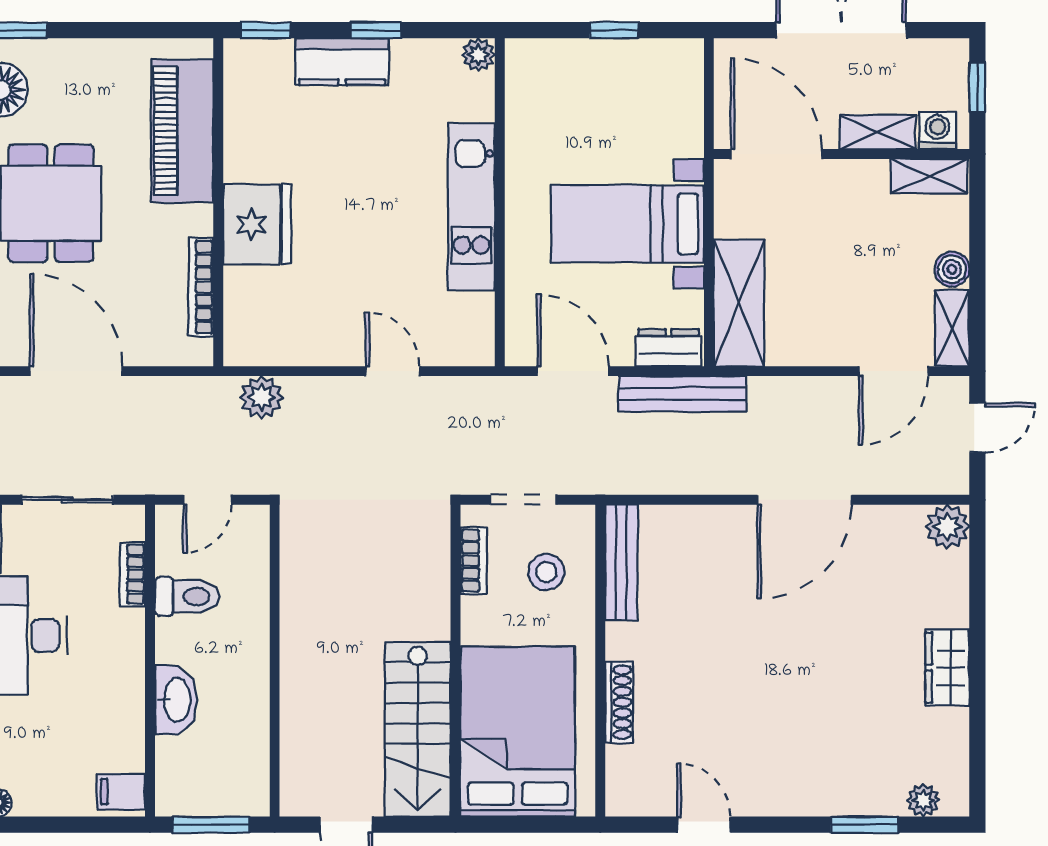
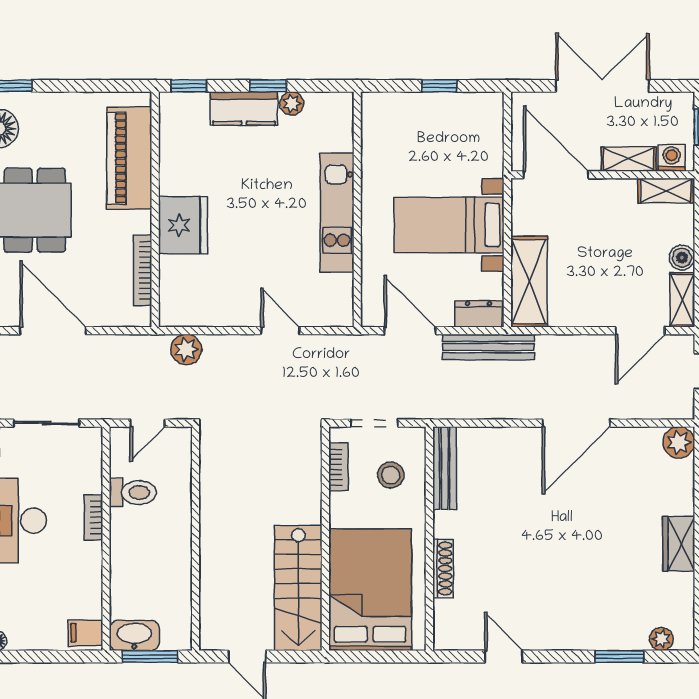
plant: (478, 55) -> (292, 103), moved
bookcase: (132, 574) -> (93, 517), moved
washbasin: (176, 700) -> (134, 635), moved, turned -90

